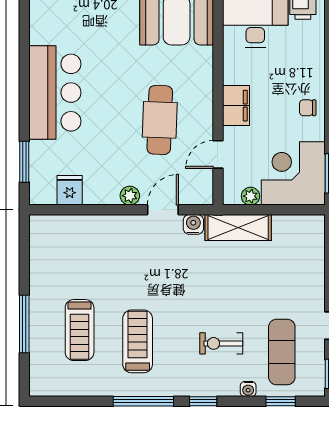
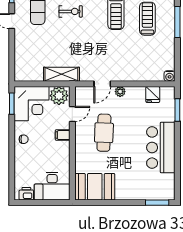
filing cabinet: (236, 106) -> (63, 135), width x0.50
plant: (250, 196) -> (59, 96), width x1.87, depth x1.87
water cooler: (193, 224) -> (170, 76), moved

